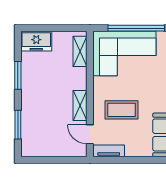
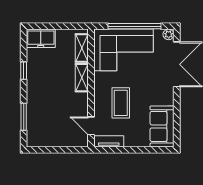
window: (18, 75) -> (24, 71), width x0.67
shelving: (80, 105) -> (82, 78), moved
coffee table: (121, 110) -> (121, 103), turned 90

